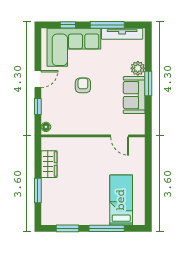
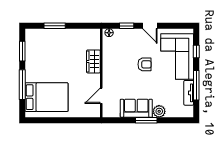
tv unit: (122, 34) -> (189, 93), width x0.71
wardrobe: (49, 164) -> (93, 61), moved, turned 90
bed: (121, 200) -> (47, 97), width x1.50

